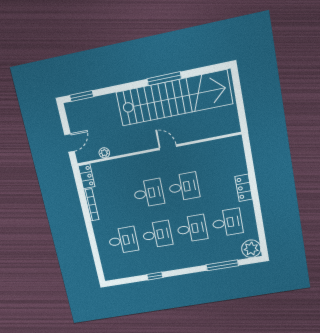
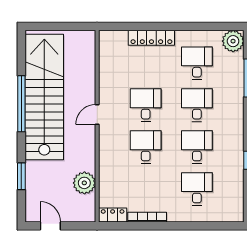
window: (164, 79) -> (21, 104), width x1.46
window: (82, 96) -> (21, 176), moved
door: (69, 143) -> (50, 226), moved
plant: (104, 153) -> (84, 183), width x1.88, depth x1.88
locker: (244, 188) -> (151, 38), width x1.53

